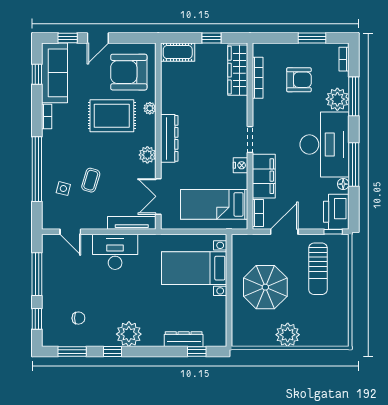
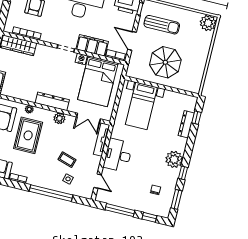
bed: (214, 204) -> (98, 81), width x1.50
door: (70, 232) -> (98, 181), hinge flipped
plant: (288, 335) -> (208, 23), moved

